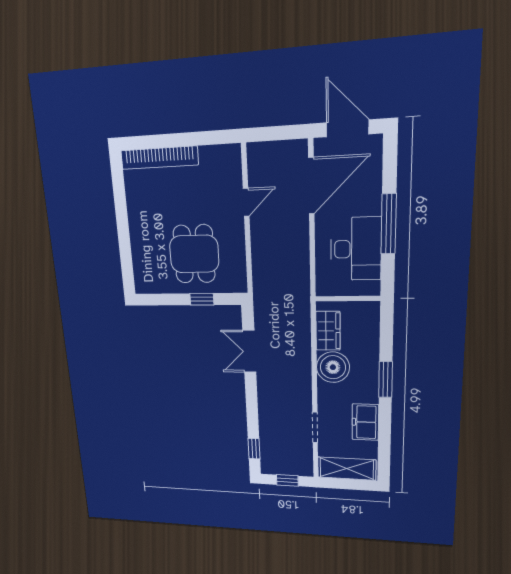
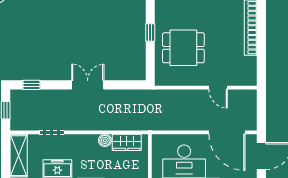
window: (202, 299) -> (150, 32), moved
double door: (249, 351) -> (88, 85), moved
boiler: (333, 367) -> (105, 140), width x0.54, depth x0.54

